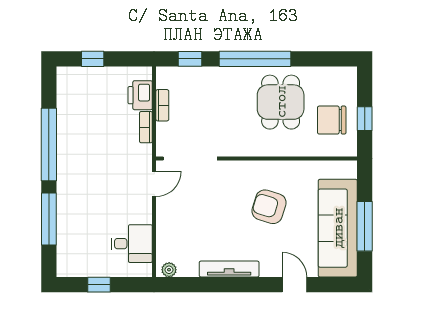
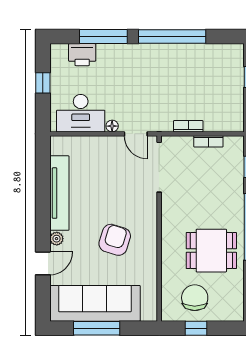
printer: (140, 95) -> (82, 55), moved, turned 180
floor lamp: (146, 210) -> (112, 126), added
desk: (132, 244) -> (81, 113), width x1.37
tv unit: (229, 269) -> (59, 193), width x1.36, depth x1.29
plant: (169, 270) -> (57, 239), moved

